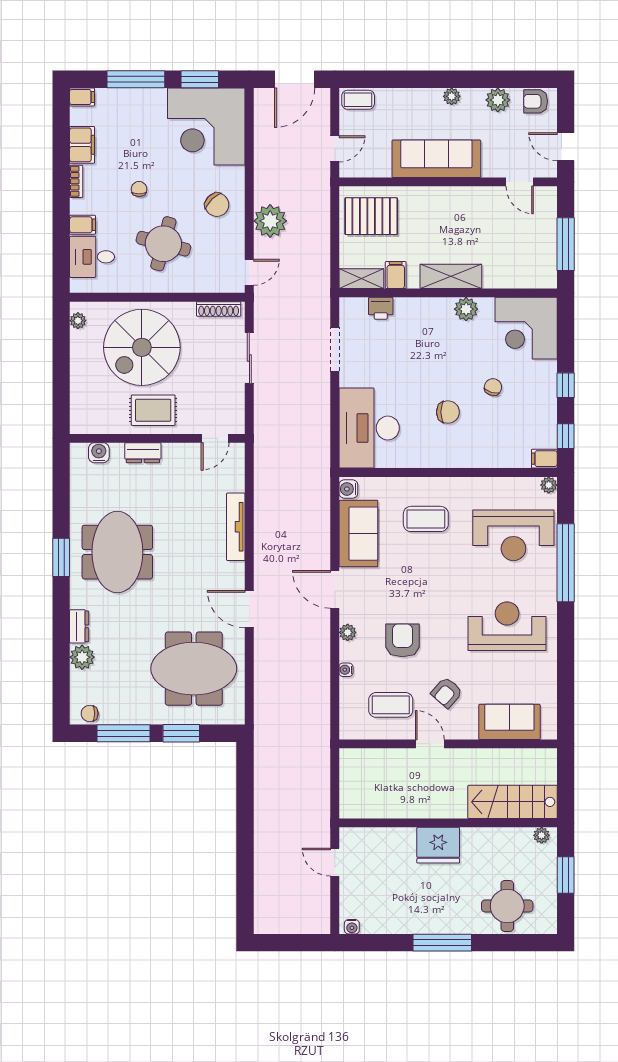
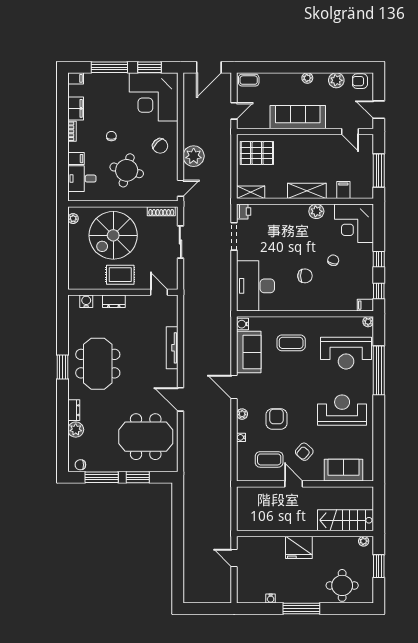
filing cabinet: (396, 275) -> (343, 190), moved
printer: (381, 308) -> (244, 212), moved, turned -90
door: (215, 438) -> (159, 292), swing flipped
water cooler: (352, 927) -> (271, 598), moved

